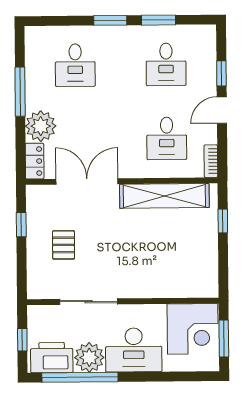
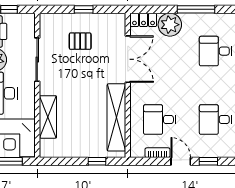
bookcase: (211, 161) -> (157, 153), moved
window: (21, 225) -> (84, 9), moved
shelving: (164, 287) -> (48, 117), added

